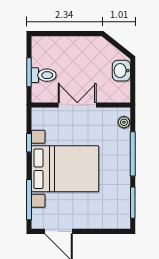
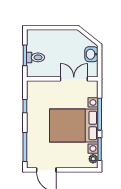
double door: (77, 105) -> (74, 79), moved
plant: (124, 122) -> (93, 159), moved
bed with nightstands: (65, 169) -> (74, 125), moved, turned 180

